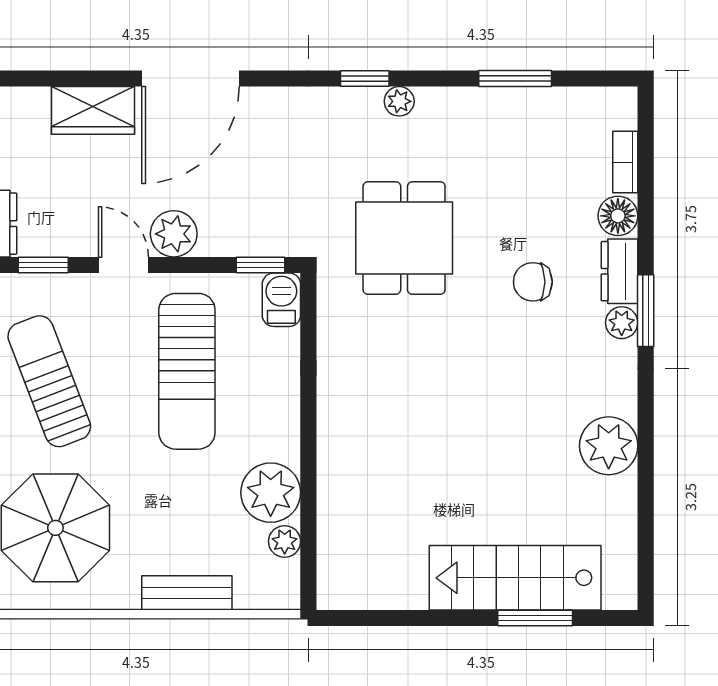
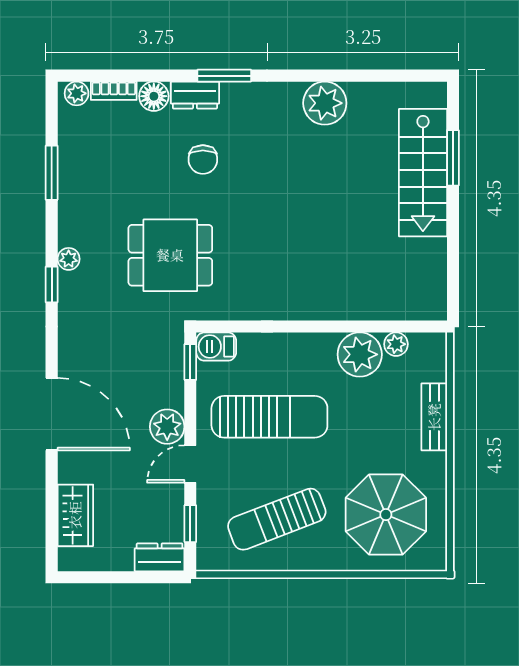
wardrobe: (93, 110) -> (75, 515), moved
plant: (622, 323) -> (77, 93), moved

